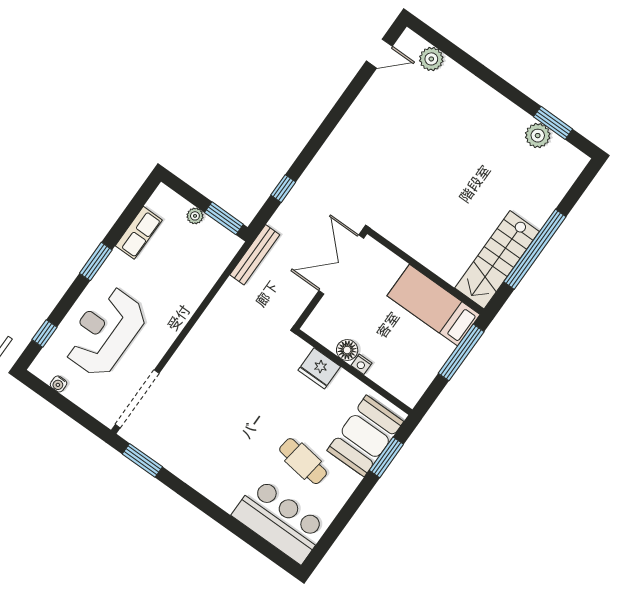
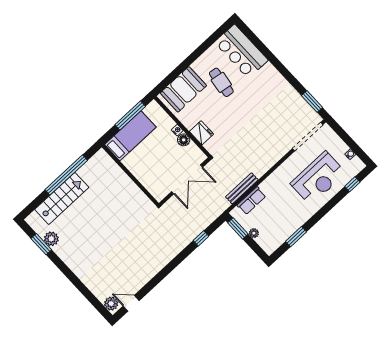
plant: (431, 59) -> (111, 304), moved
row of seats: (139, 233) -> (251, 201), moved, turned 180
bench: (255, 255) -> (242, 188), moved
stairs: (497, 260) -> (62, 198), moved
window: (96, 262) -> (296, 237), moved
double door: (341, 265) -> (187, 179), moved
bed: (434, 305) -> (130, 136), moved, turned -90
window: (461, 352) -> (130, 116), moved
window: (386, 457) -> (174, 75), removed

